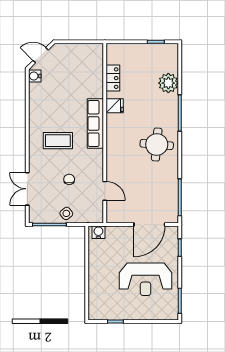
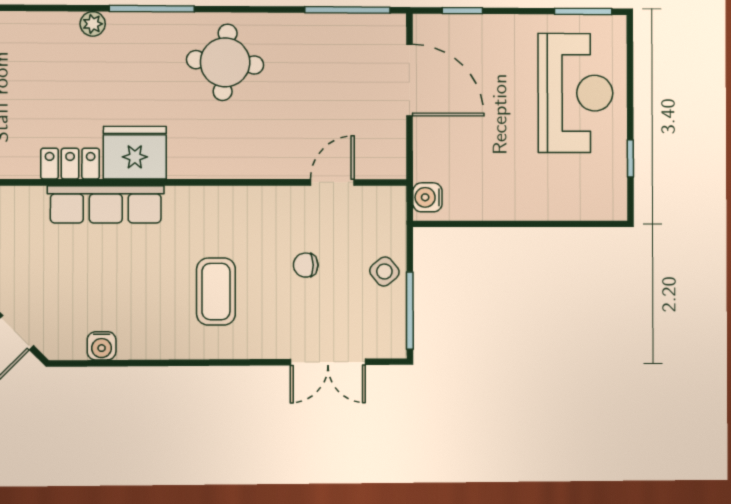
water cooler: (35, 76) -> (102, 346), moved
plant: (168, 83) -> (93, 24), width x0.53, depth x0.53
fridge: (115, 106) -> (135, 153), width x1.88, depth x1.34
row of seats: (95, 123) -> (106, 204), moved
reception desk: (146, 279) -> (575, 93), moved

